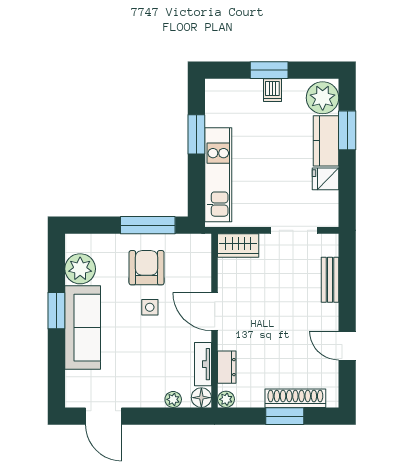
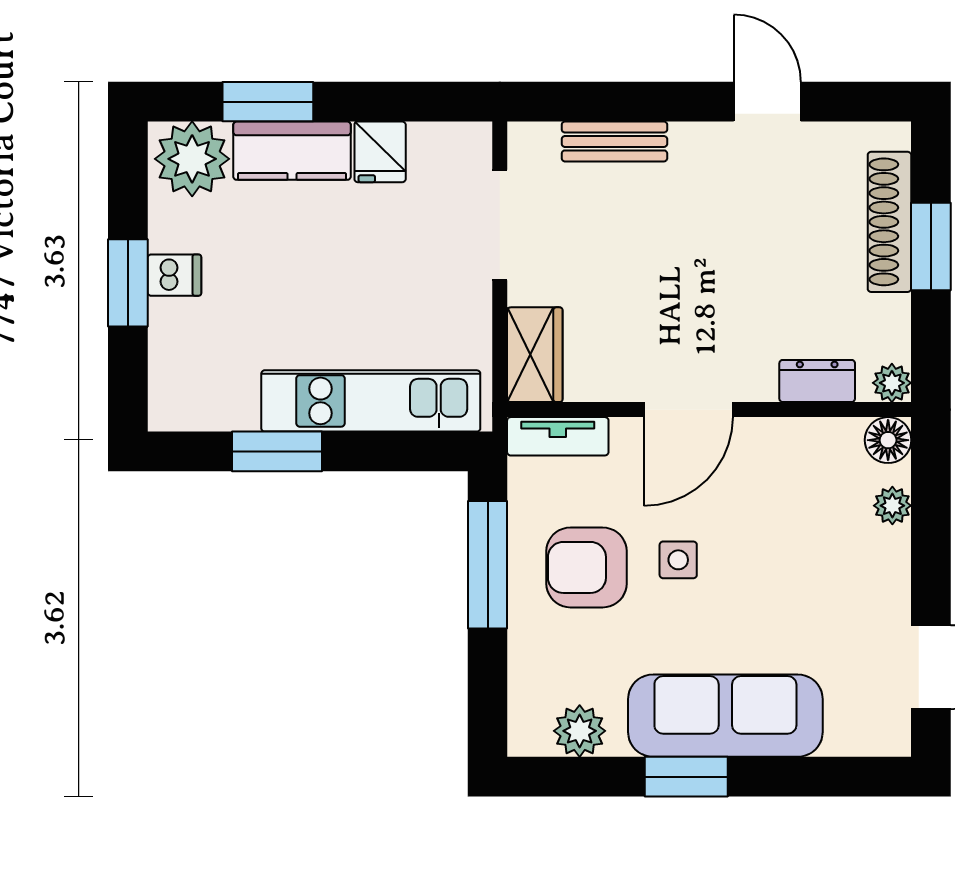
plant: (80, 269) -> (580, 731), width x0.73, depth x0.73
door: (347, 346) -> (767, 102), swing flipped
tv unit: (203, 364) -> (558, 436), moved

